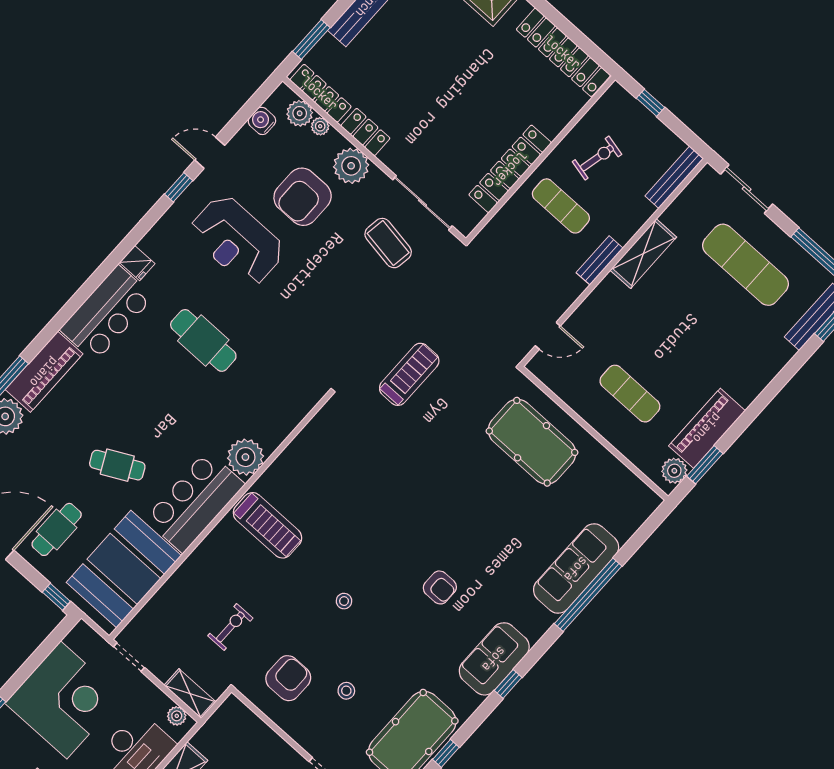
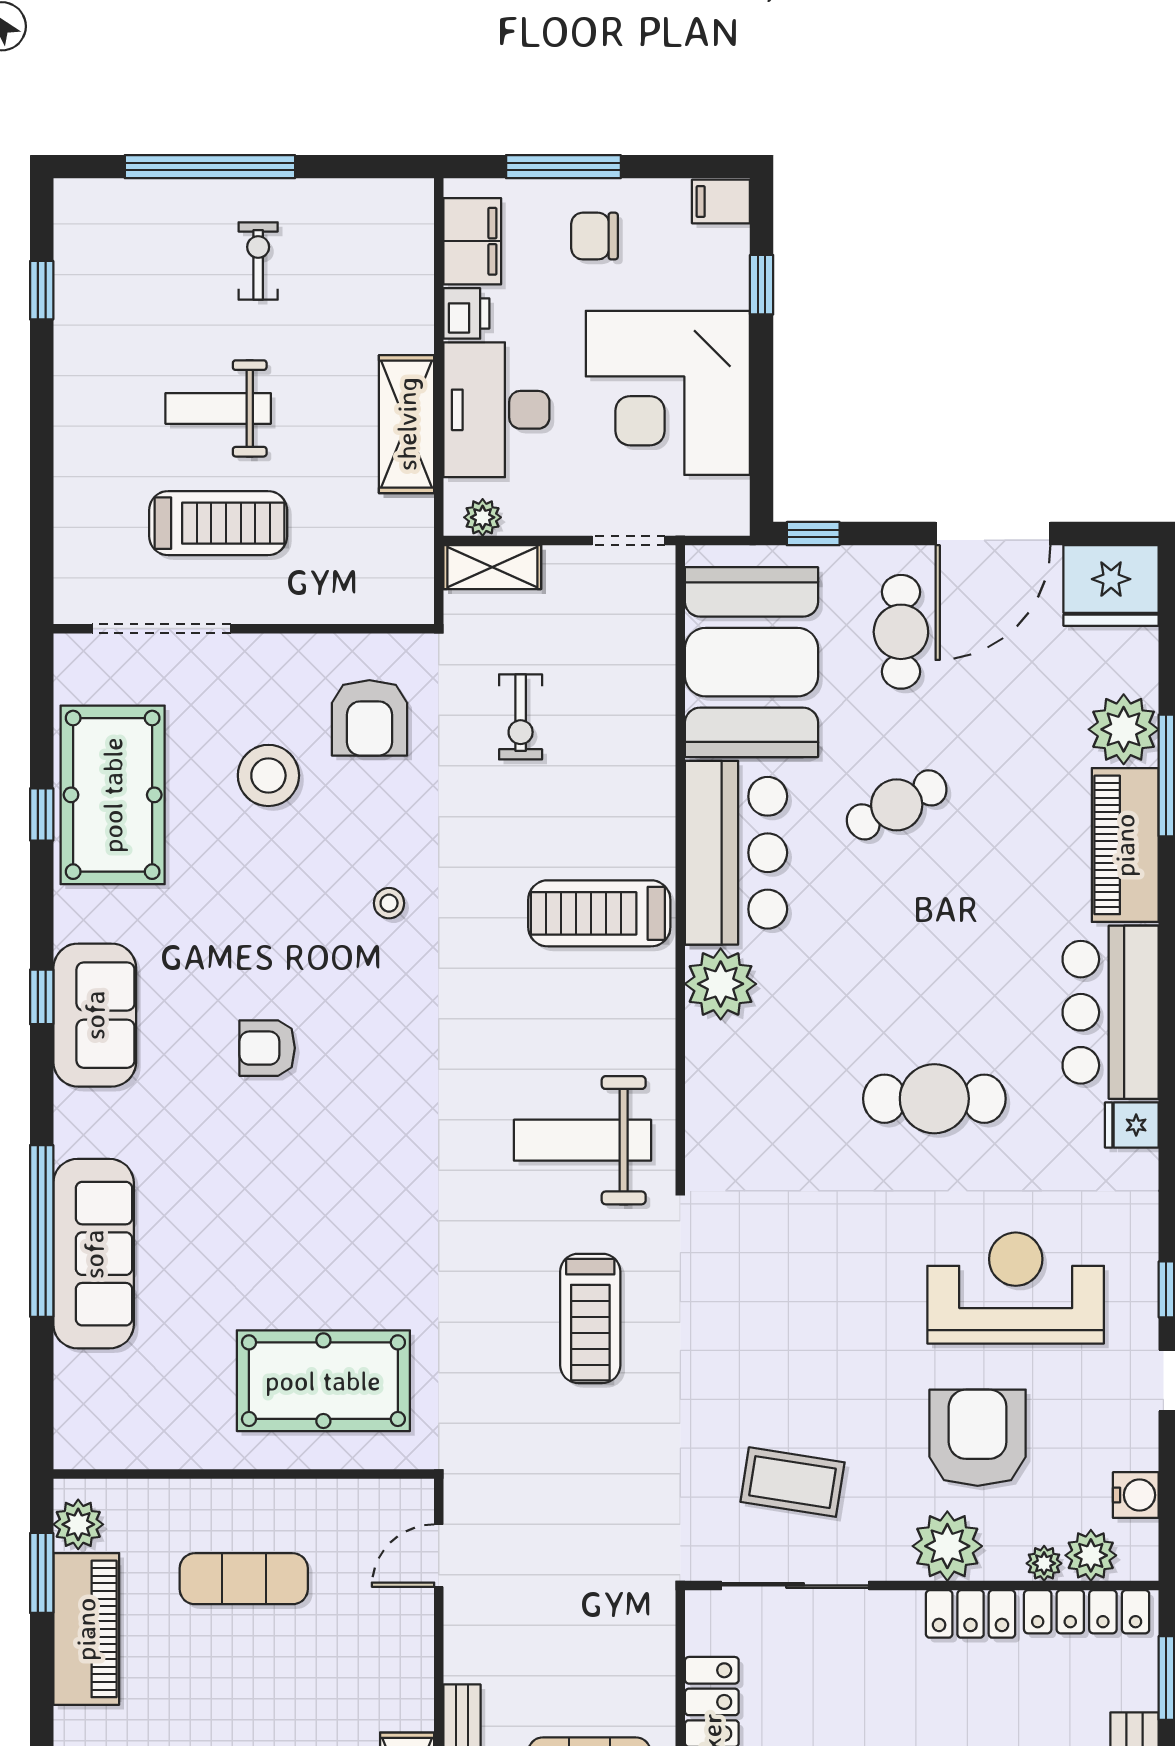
weight bench: (351, 445) -> (583, 1140), added
stool: (346, 691) -> (268, 775), width x1.89, depth x1.89

